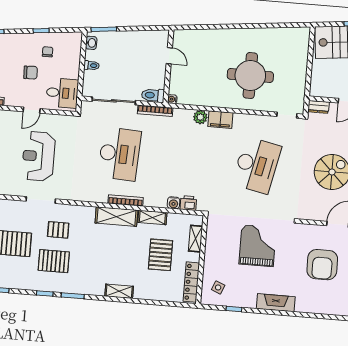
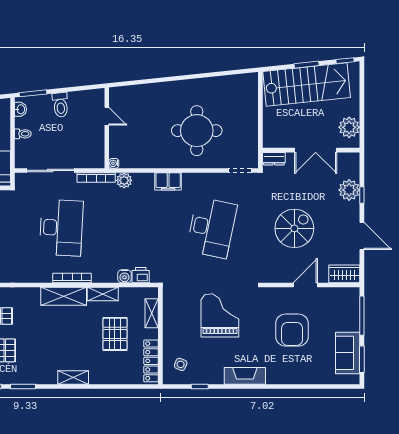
toilet: (153, 95) -> (60, 105), moved, turned -96
plant: (200, 117) -> (124, 180), moved

